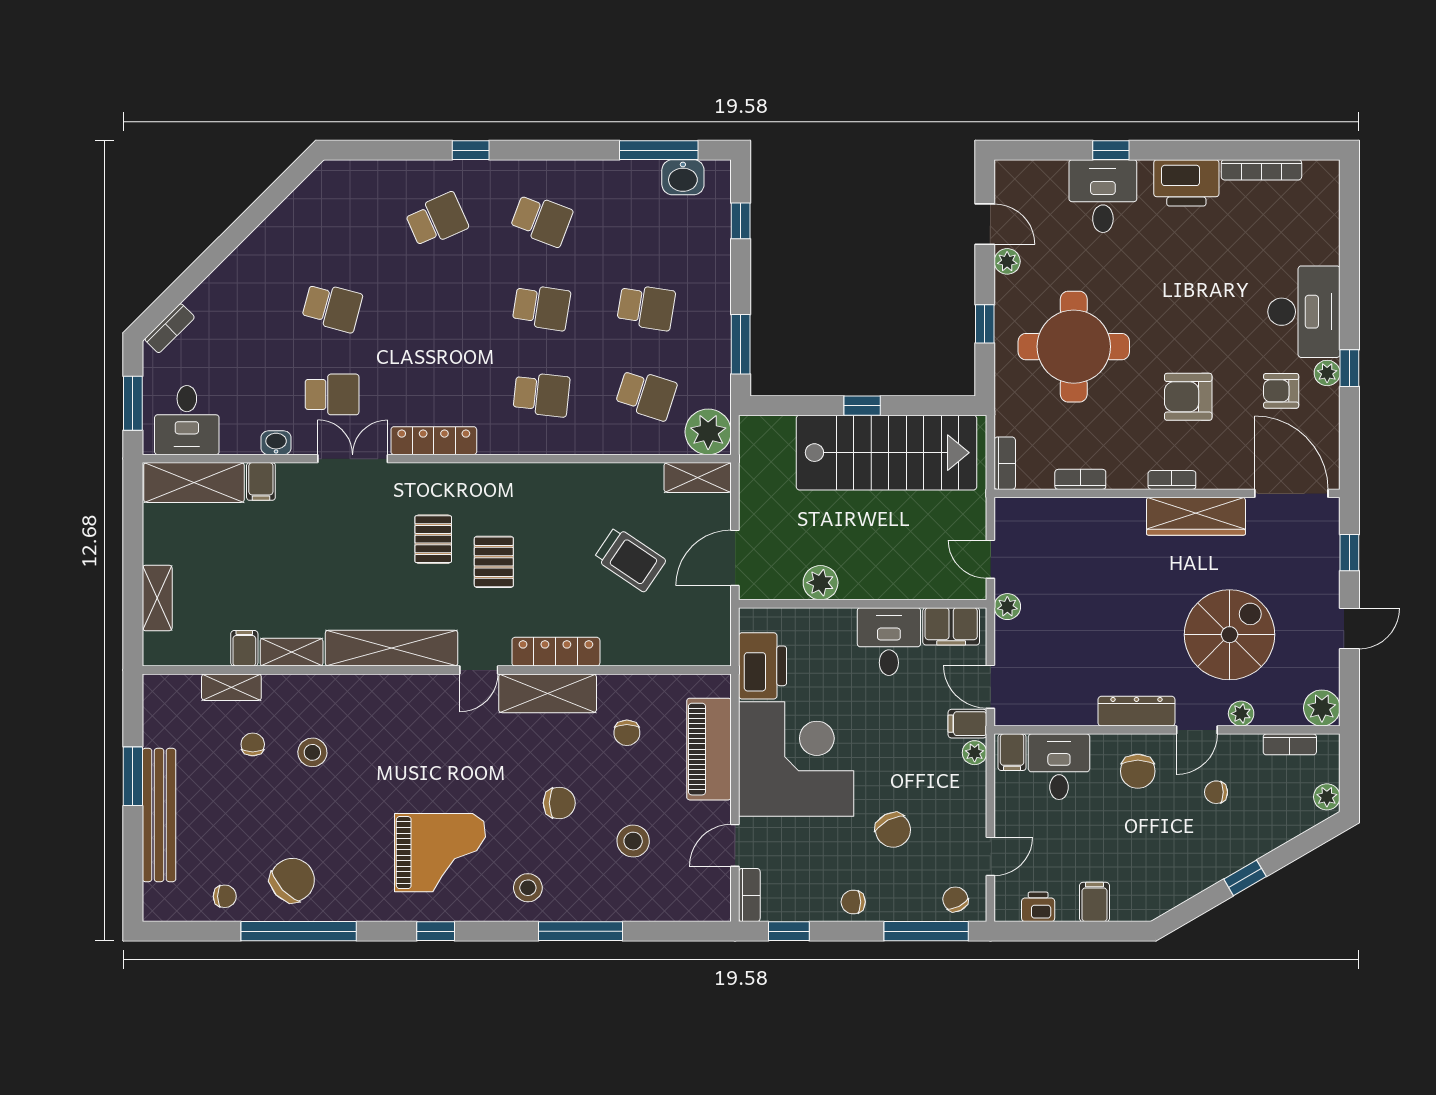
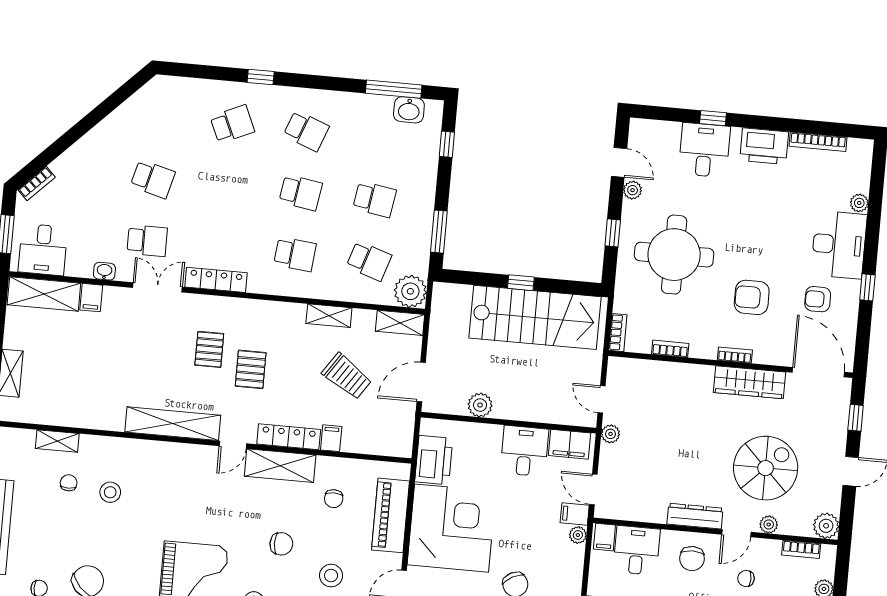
plant: (1327, 373) -> (859, 203), moved
filing cabinet: (244, 648) -> (331, 438), moved
shelving: (292, 652) -> (329, 316), moved

